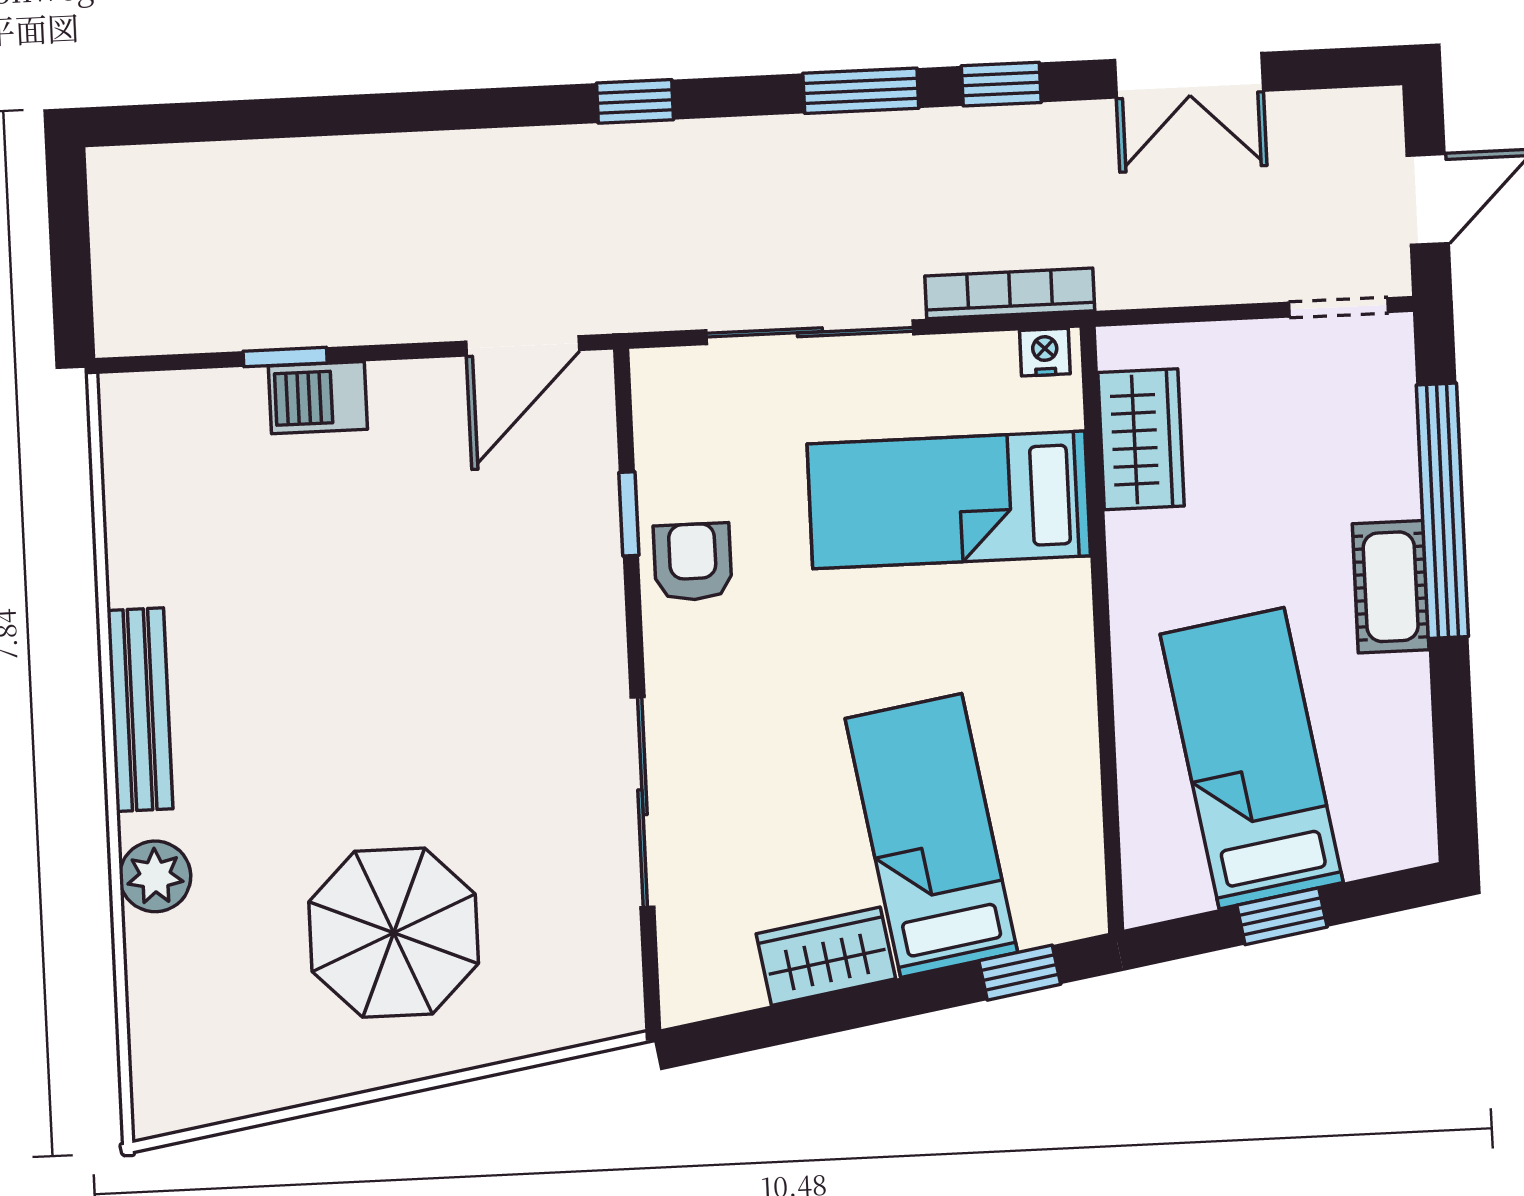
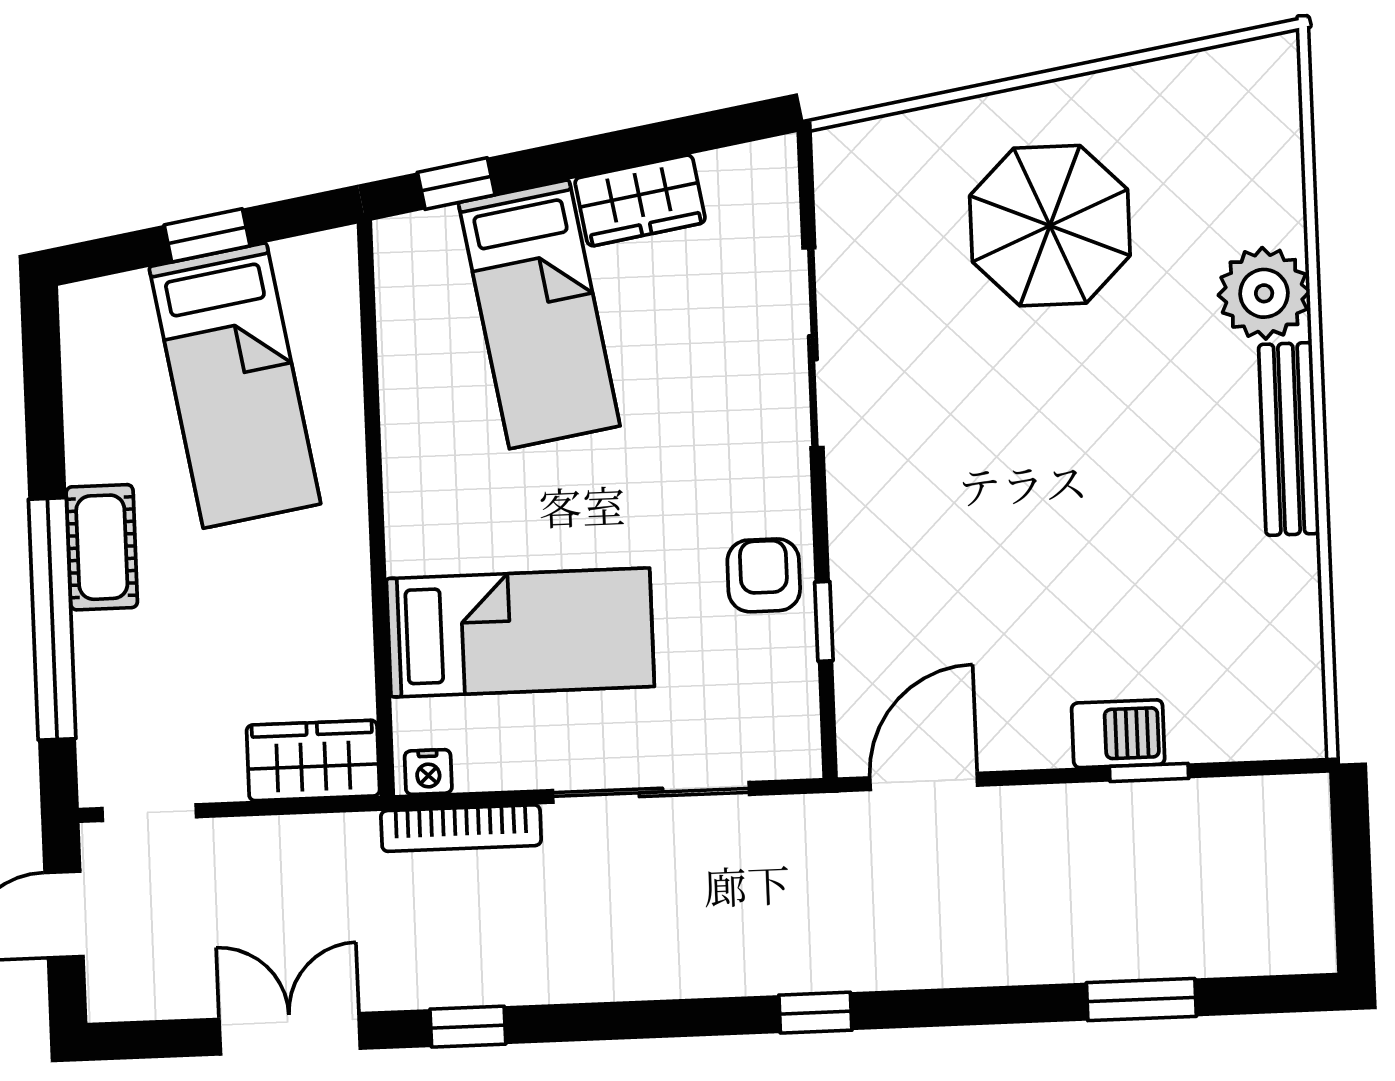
window: (861, 91) -> (1141, 1000), moved
wardrobe: (1141, 439) -> (313, 760), moved, turned 90
armchair: (693, 562) -> (764, 575), turned 180
plant: (155, 876) -> (1264, 293), width x1.36, depth x1.36

